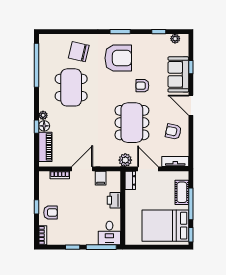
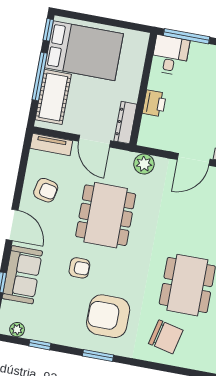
plant: (125, 160) -> (144, 164), moved
filing cabinet: (101, 178) -> (168, 140), removed
dresser: (130, 180) -> (125, 123), width x1.44
cot: (182, 192) -> (53, 97), width x1.37, depth x1.34

